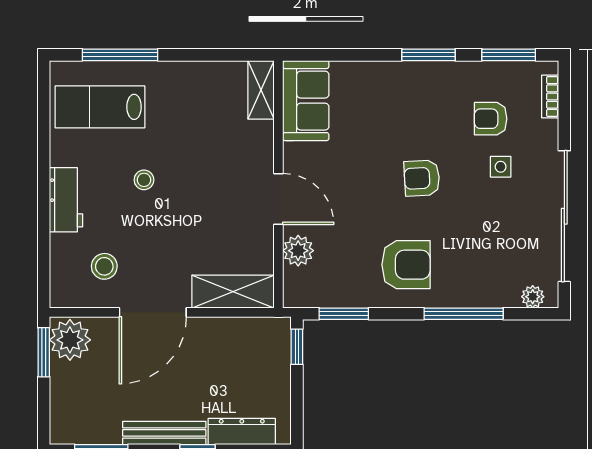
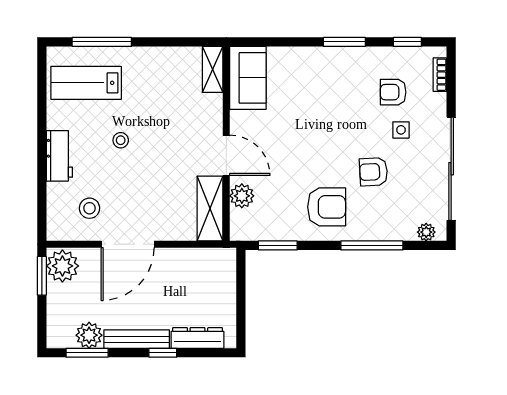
window: (509, 55) -> (407, 42), width x0.67
armchair: (422, 178) -> (374, 172), moved
shelving: (233, 292) -> (210, 209), moved, turned 90
window: (297, 347) -> (241, 271), removed
plant: (104, 428) -> (89, 335), added

